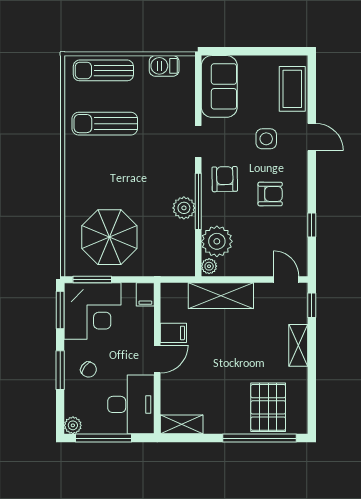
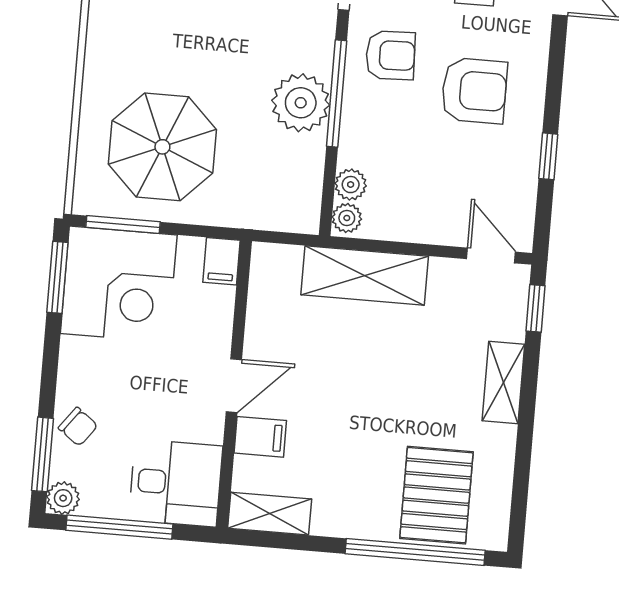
armchair: (225, 179) -> (390, 55), turned 89
armchair: (270, 194) -> (474, 91), width x1.38, depth x1.38
plant: (184, 208) -> (301, 103), width x1.36, depth x1.36
plant: (217, 241) -> (351, 185), width x0.53, depth x0.53
filing cabinet: (173, 333) -> (260, 437), moved
window: (60, 370) -> (42, 454), moved
chair: (89, 370) -> (78, 427), moved
desk: (131, 404) -> (176, 483), width x0.73

